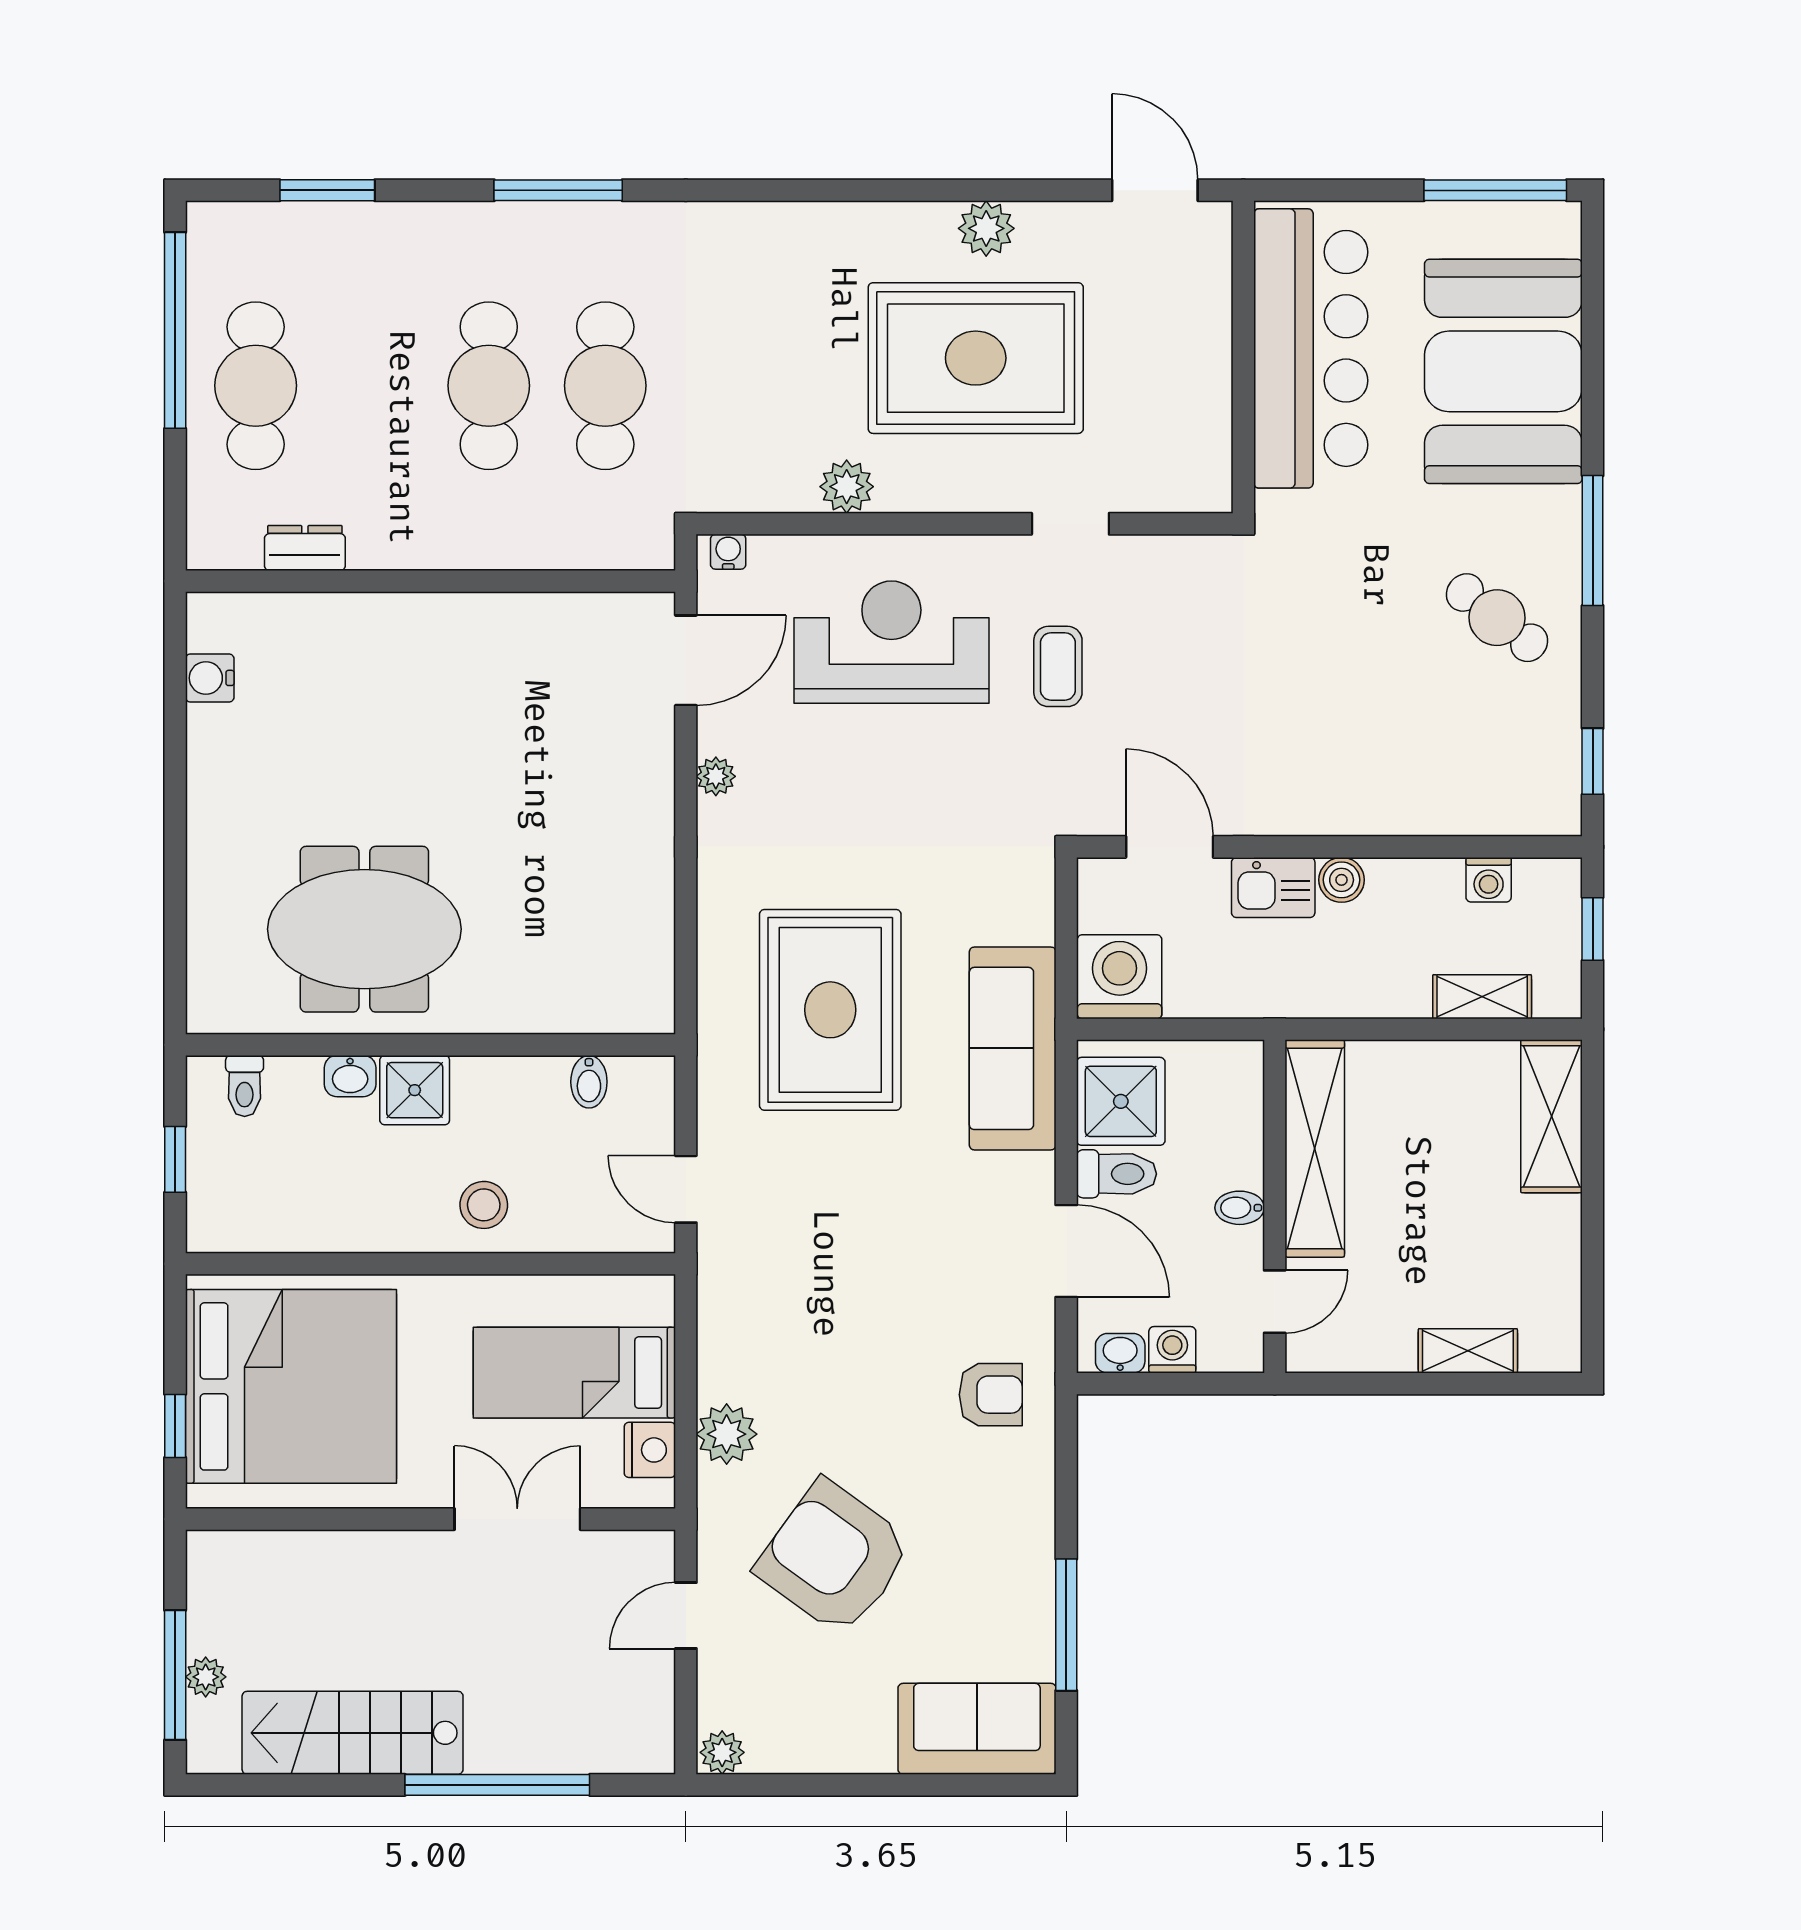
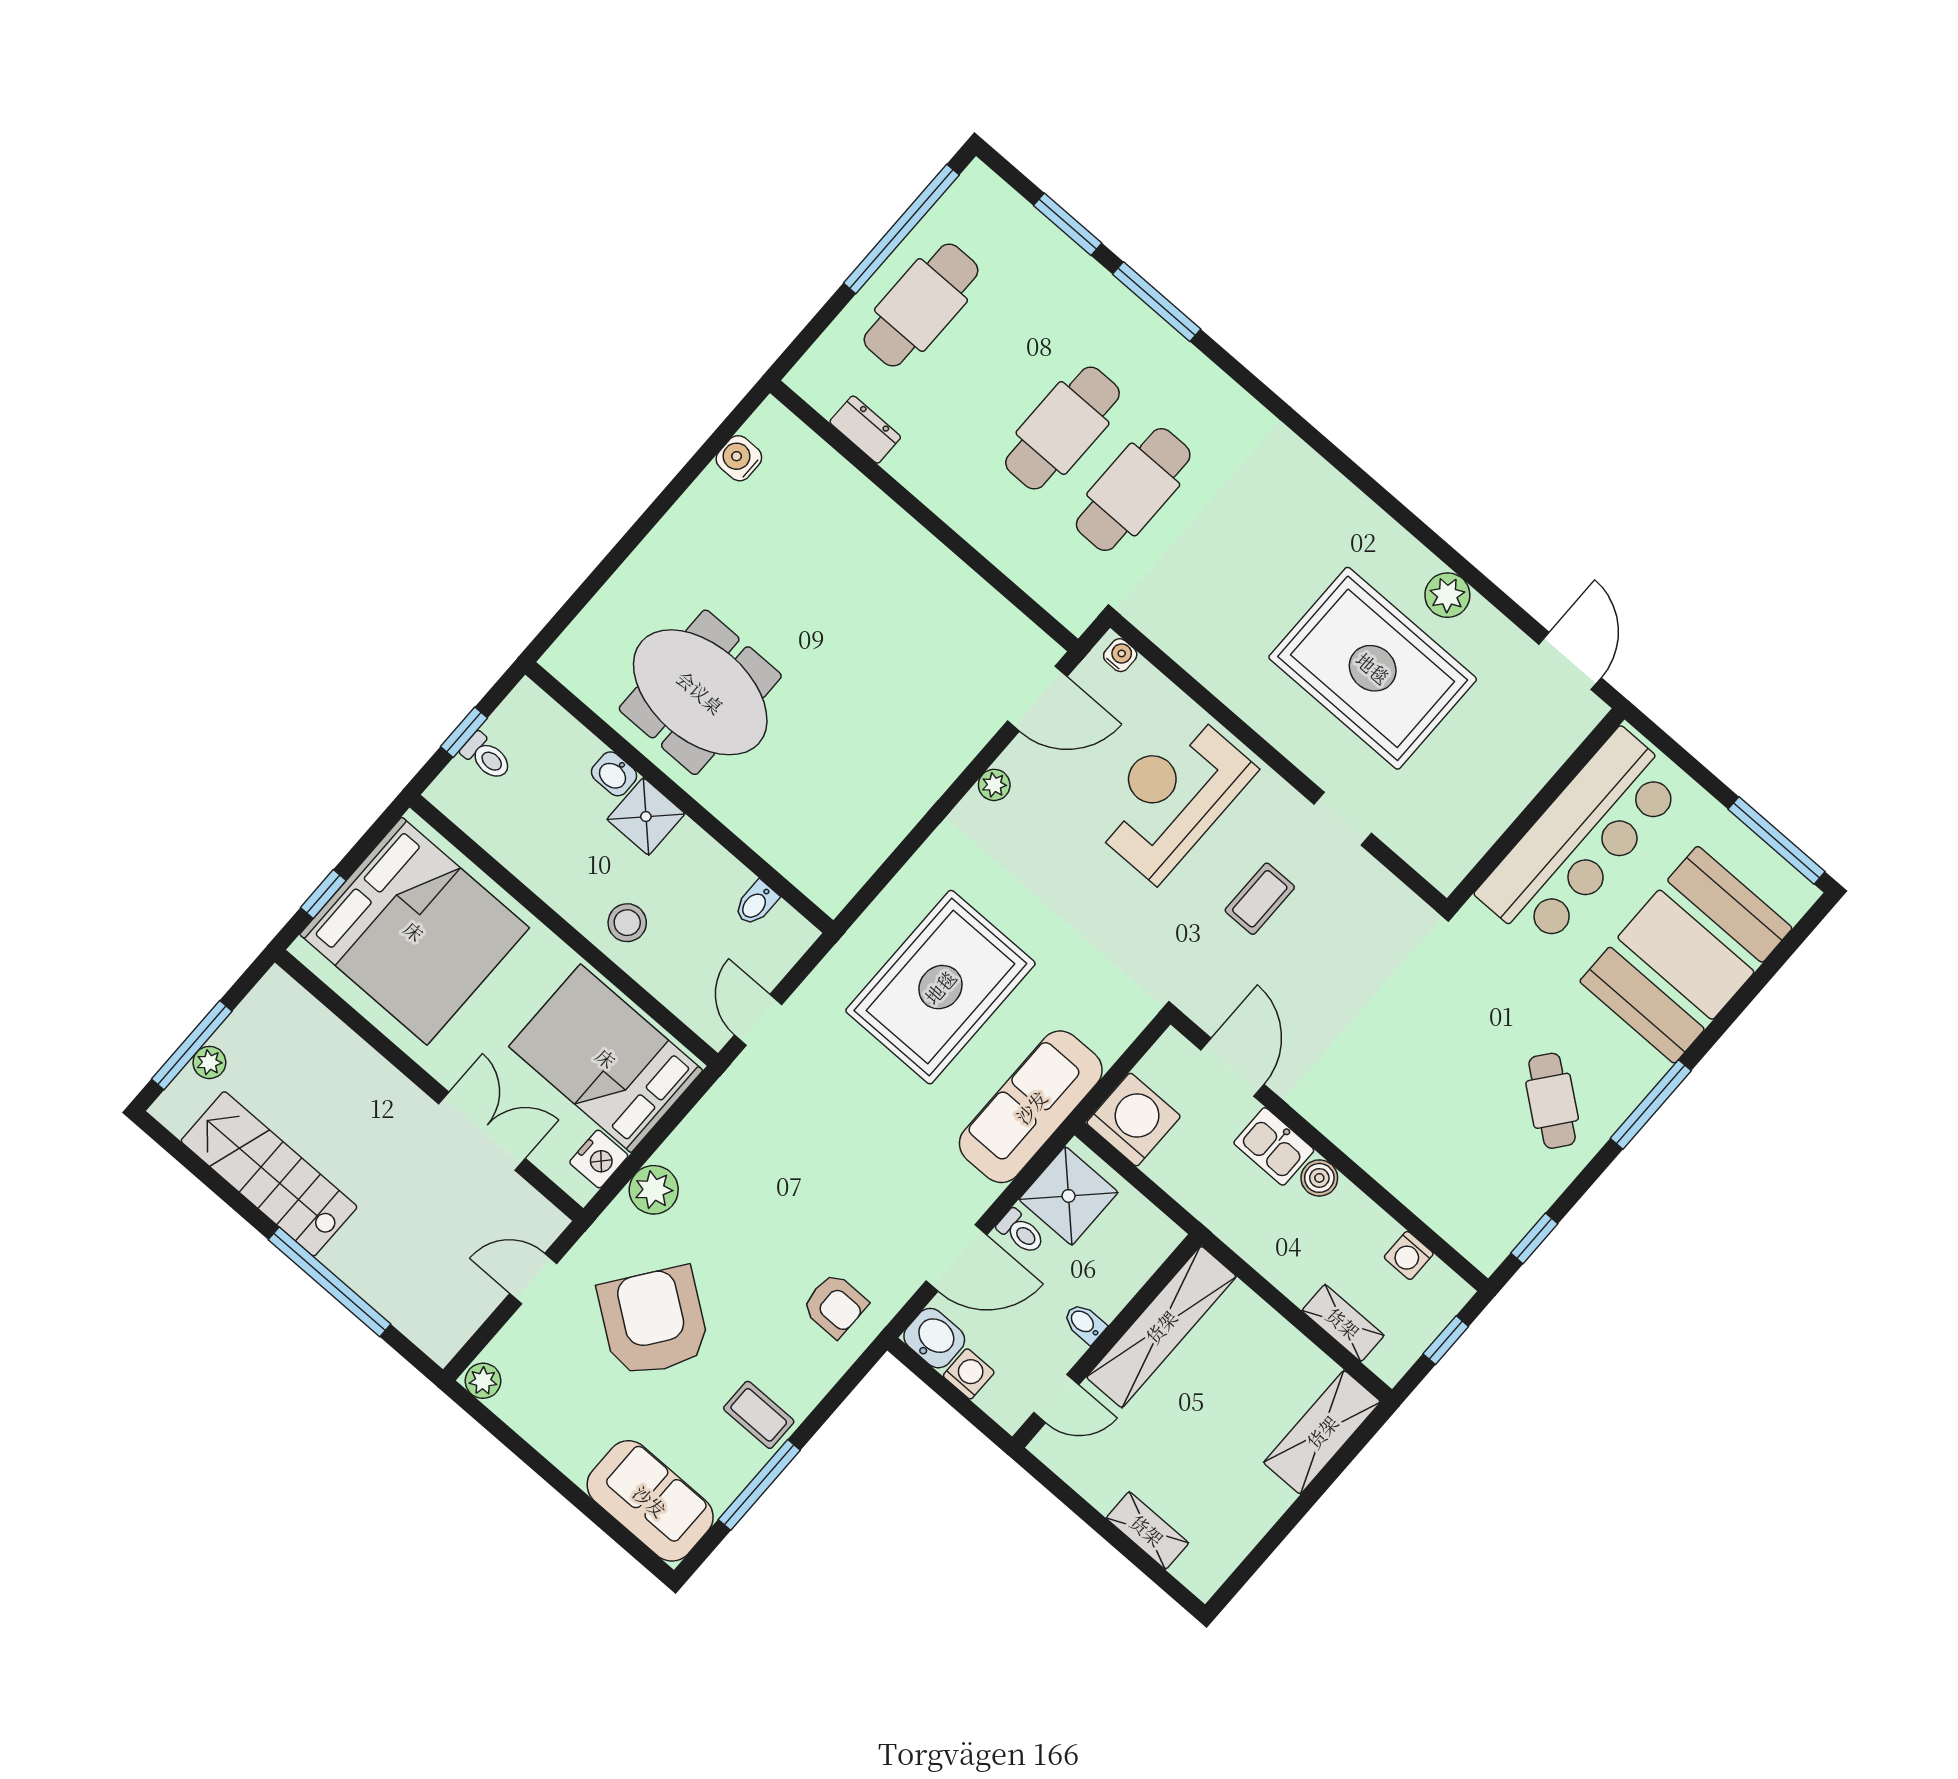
window: (558, 190) -> (1157, 302), moved
plant: (847, 487) -> (1226, 678), removed
reception desk: (891, 642) -> (1172, 796), turned -90
toilet: (245, 1086) -> (486, 757), moved, turned -90
toilet: (1117, 1174) -> (1021, 1232), width x0.73, depth x0.72
door: (1066, 1251) -> (956, 1258), hinge flipped
washbasin: (1120, 1353) -> (934, 1338), width x1.38, depth x1.45
bed: (574, 1373) -> (606, 1058), width x1.50
coffee table: (1009, 1560) -> (759, 1415), added

